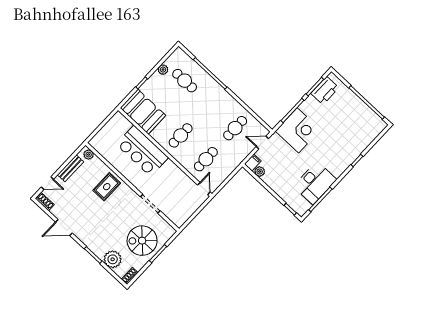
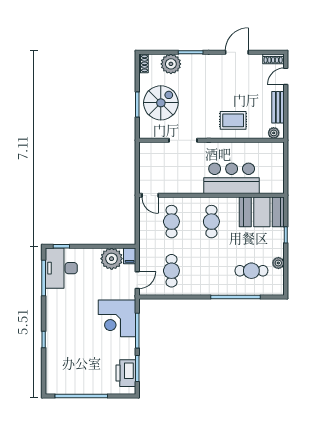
plant: (260, 172) -> (112, 259), width x1.88, depth x1.88
desk: (315, 183) -> (61, 268), moved
rug: (107, 187) -> (233, 120), turned 90

